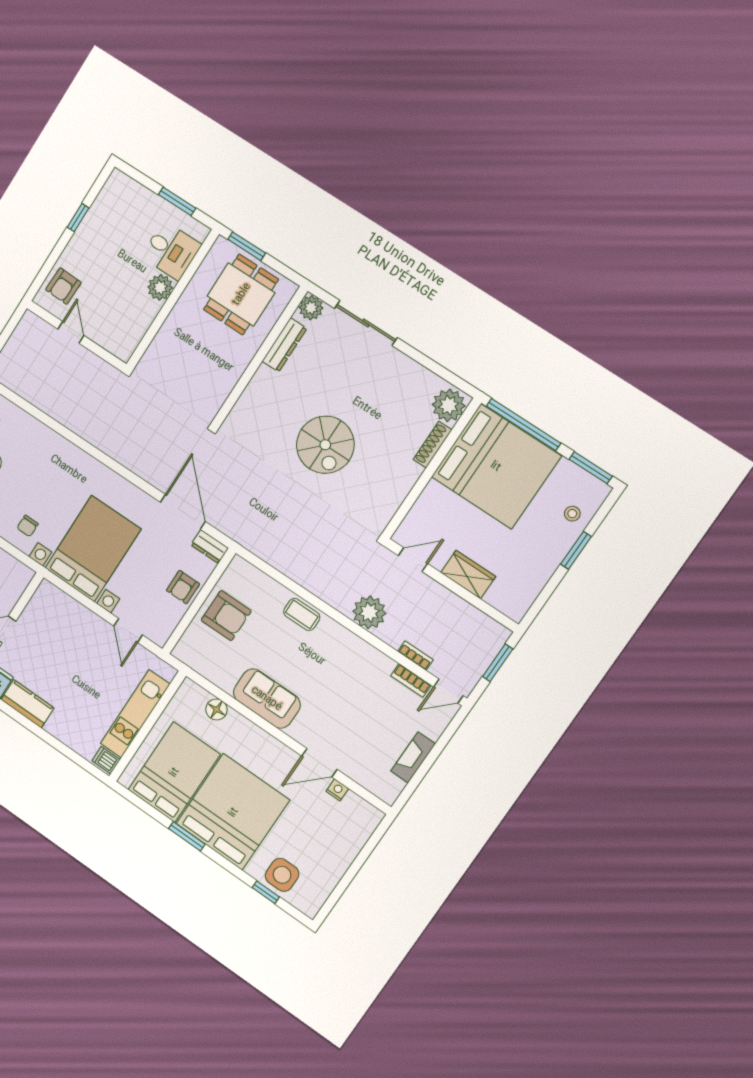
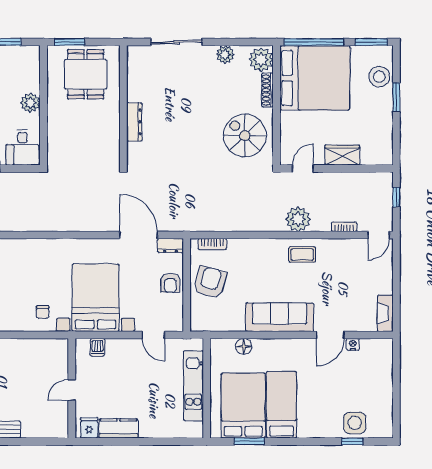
desk: (171, 251) -> (22, 147), moved, turned 90
plant: (311, 308) -> (225, 54), moved
dresser: (284, 345) -> (134, 122), moved
spiral stairs: (325, 445) -> (245, 136), moved, turned 180
stool: (572, 514) -> (379, 77), width x1.89, depth x1.89
coffee table: (302, 614) -> (302, 254), moved
armchair: (226, 616) -> (210, 282), turned -74
window: (498, 663) -> (396, 197), width x0.67
bookcase: (411, 680) -> (212, 244), moved
sofa: (267, 698) -> (280, 317), width x1.36
fireplace: (413, 757) -> (385, 313), moved
dishwasher: (106, 760) -> (97, 347), moved, turned -90
bed: (233, 812) -> (282, 405), width x0.49
window: (187, 836) -> (249, 441), moved

